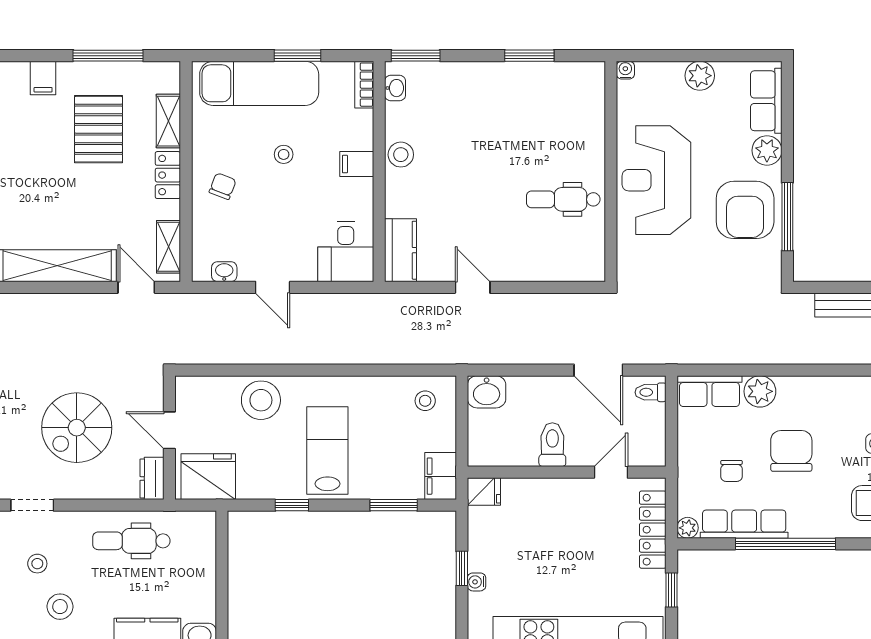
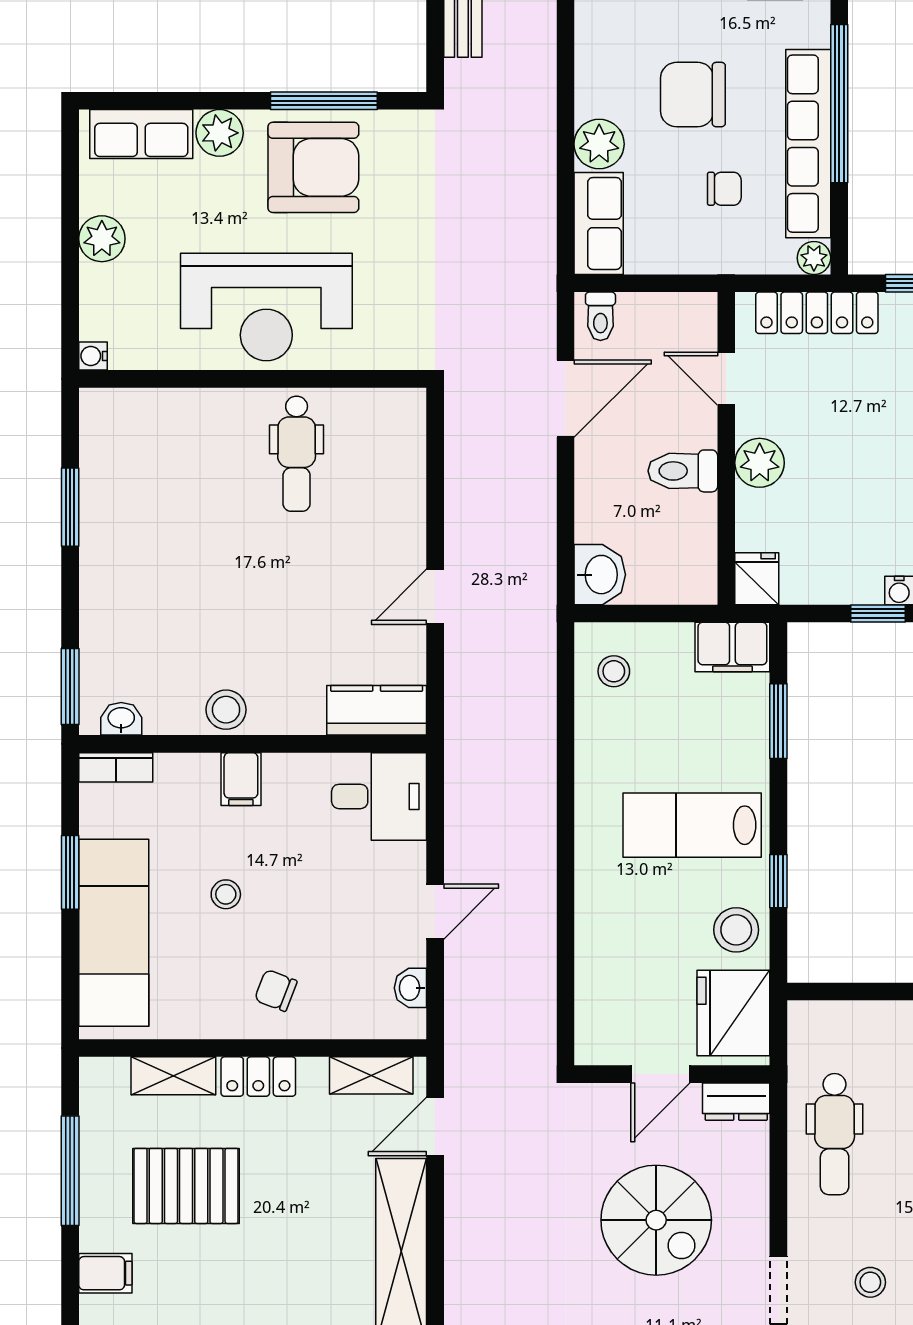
stool: (261, 400) -> (736, 930), moved, width x0.73, depth x0.73
plant: (558, 493) -> (760, 463), added
row of seats: (744, 524) -> (808, 144), width x1.36

